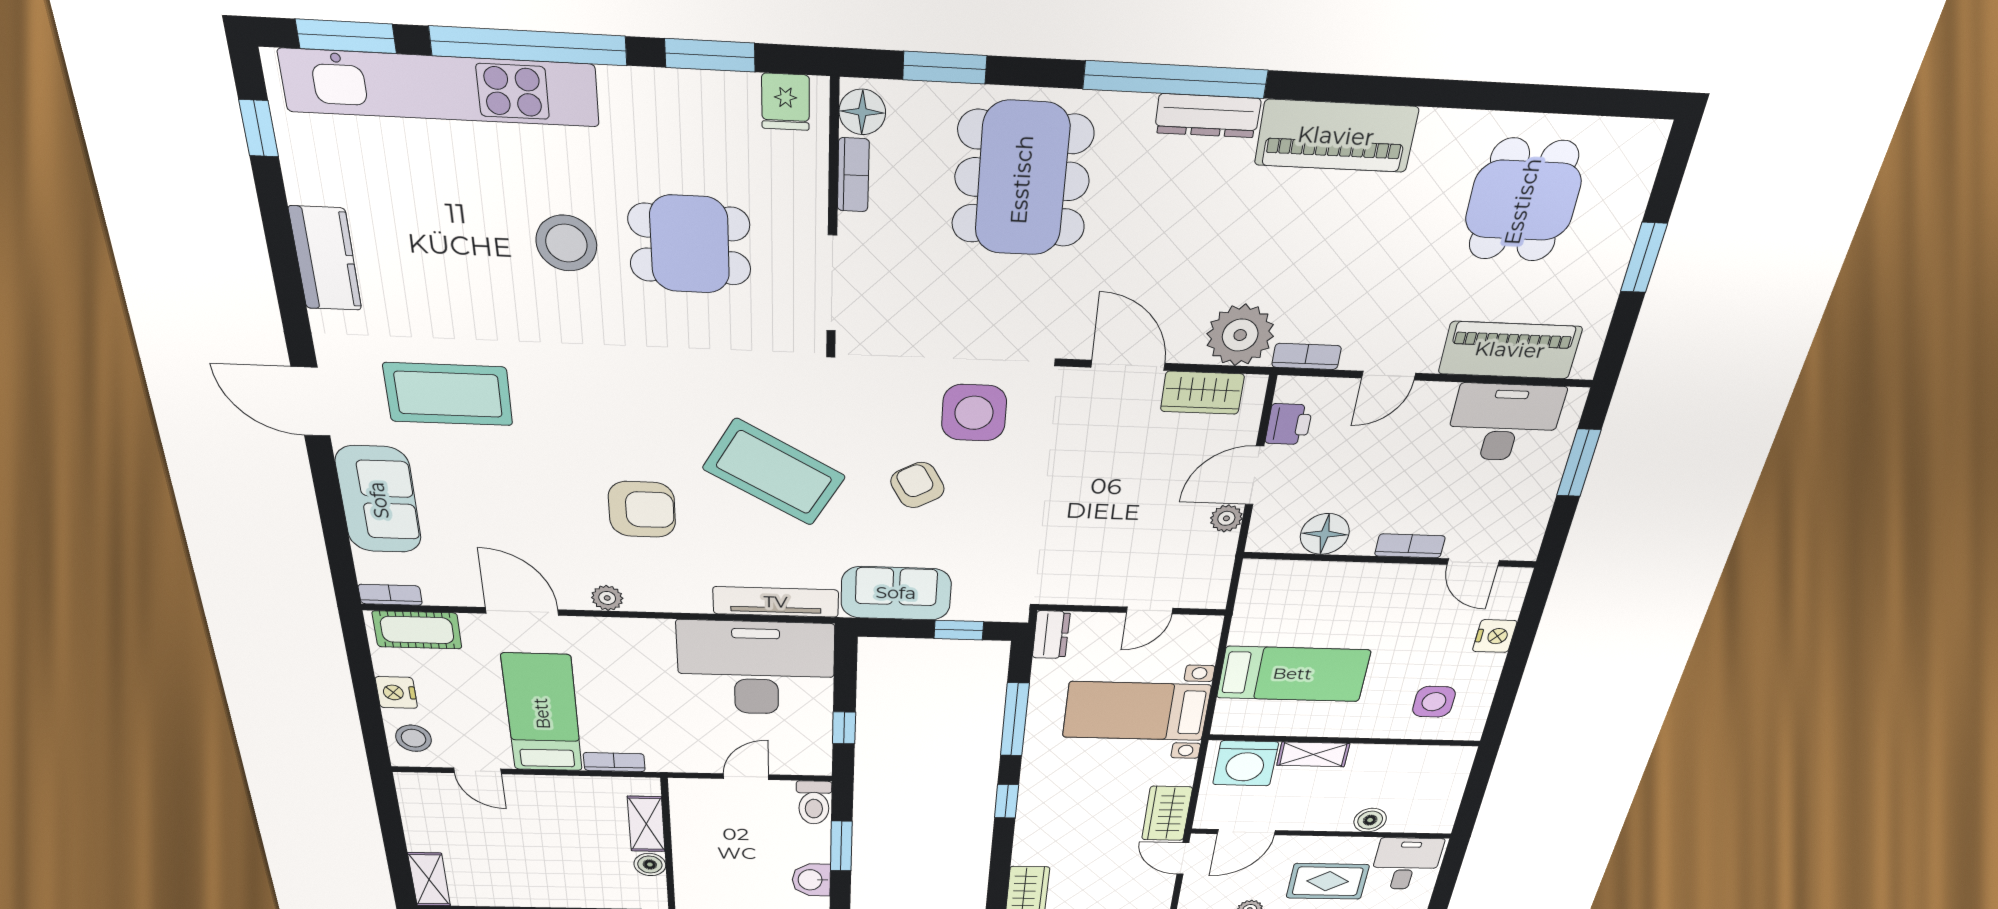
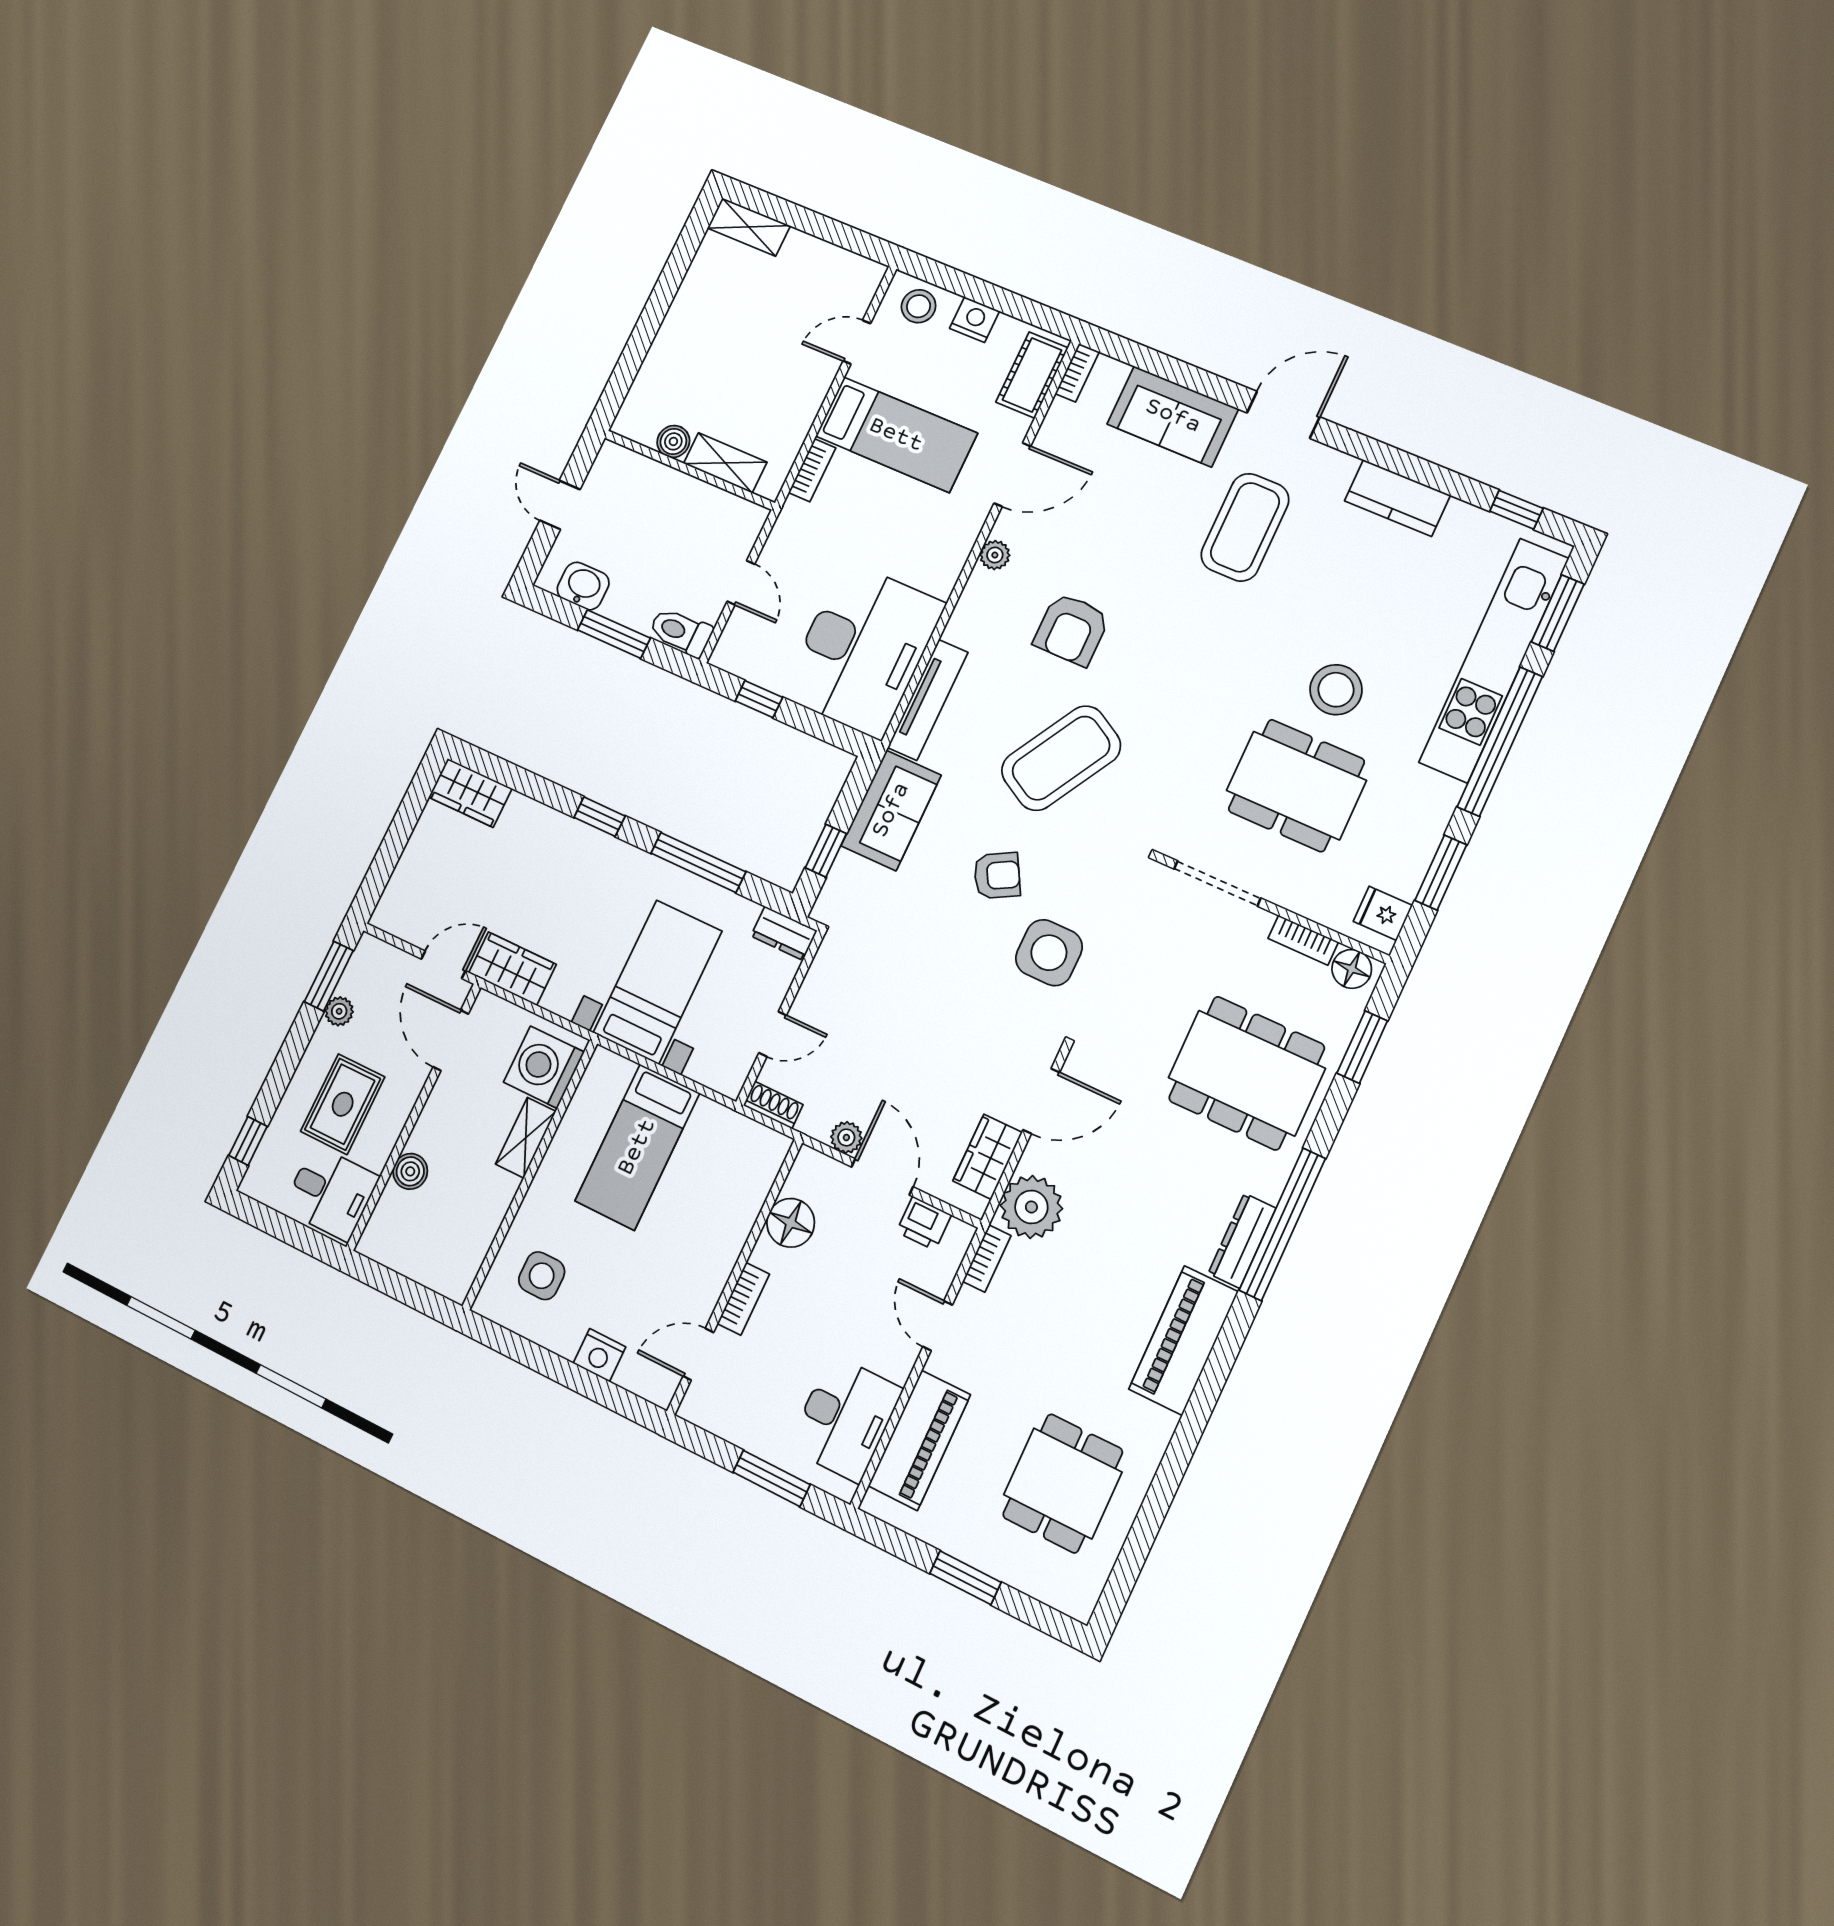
dining table: (1523, 201) -> (1063, 1483), turned 90
dining table: (690, 244) -> (1296, 785), width x1.38
shoe rack: (1217, 587) -> (773, 1105), added
door: (1150, 610) -> (773, 1034), swing flipped

